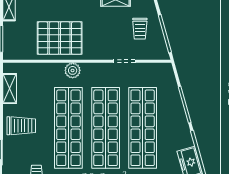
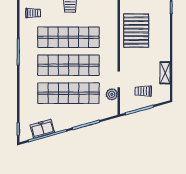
plant: (73, 70) -> (112, 94), moved

